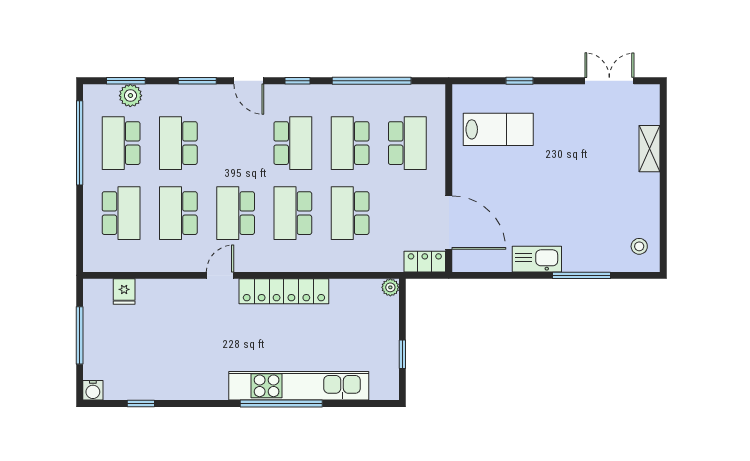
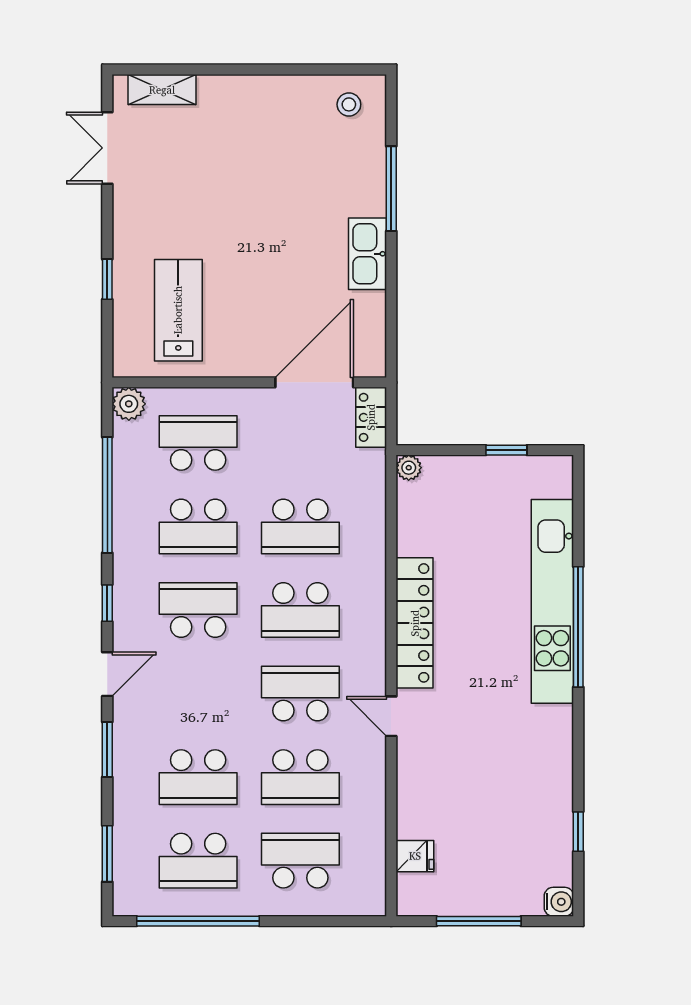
plant: (130, 96) -> (129, 404), moved
shelving: (649, 149) -> (162, 90), moved
school desk: (236, 213) -> (300, 694), turned 180

